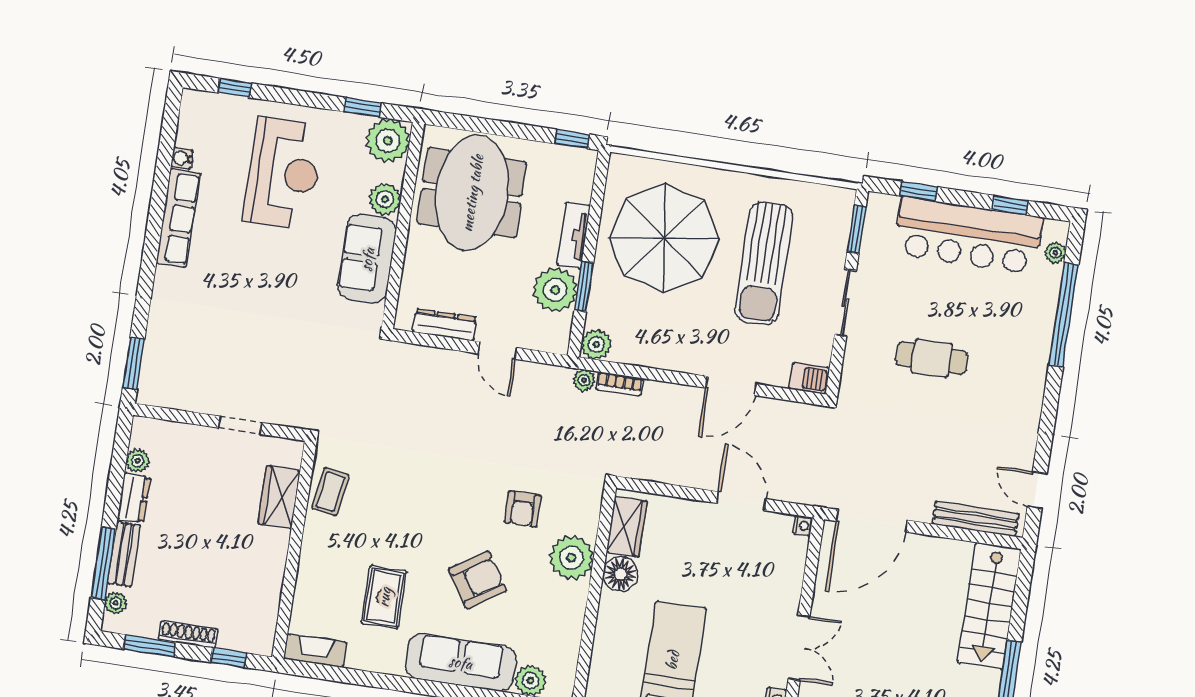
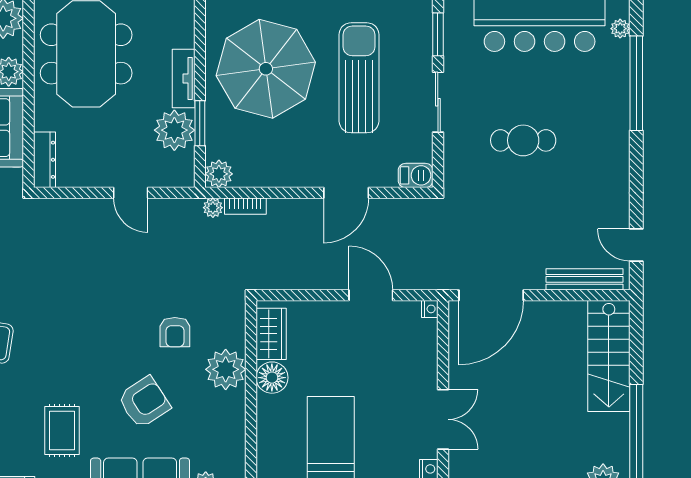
sun lounger: (764, 263) -> (359, 78), turned 180
dresser: (445, 325) -> (44, 160), moved, turned 90

